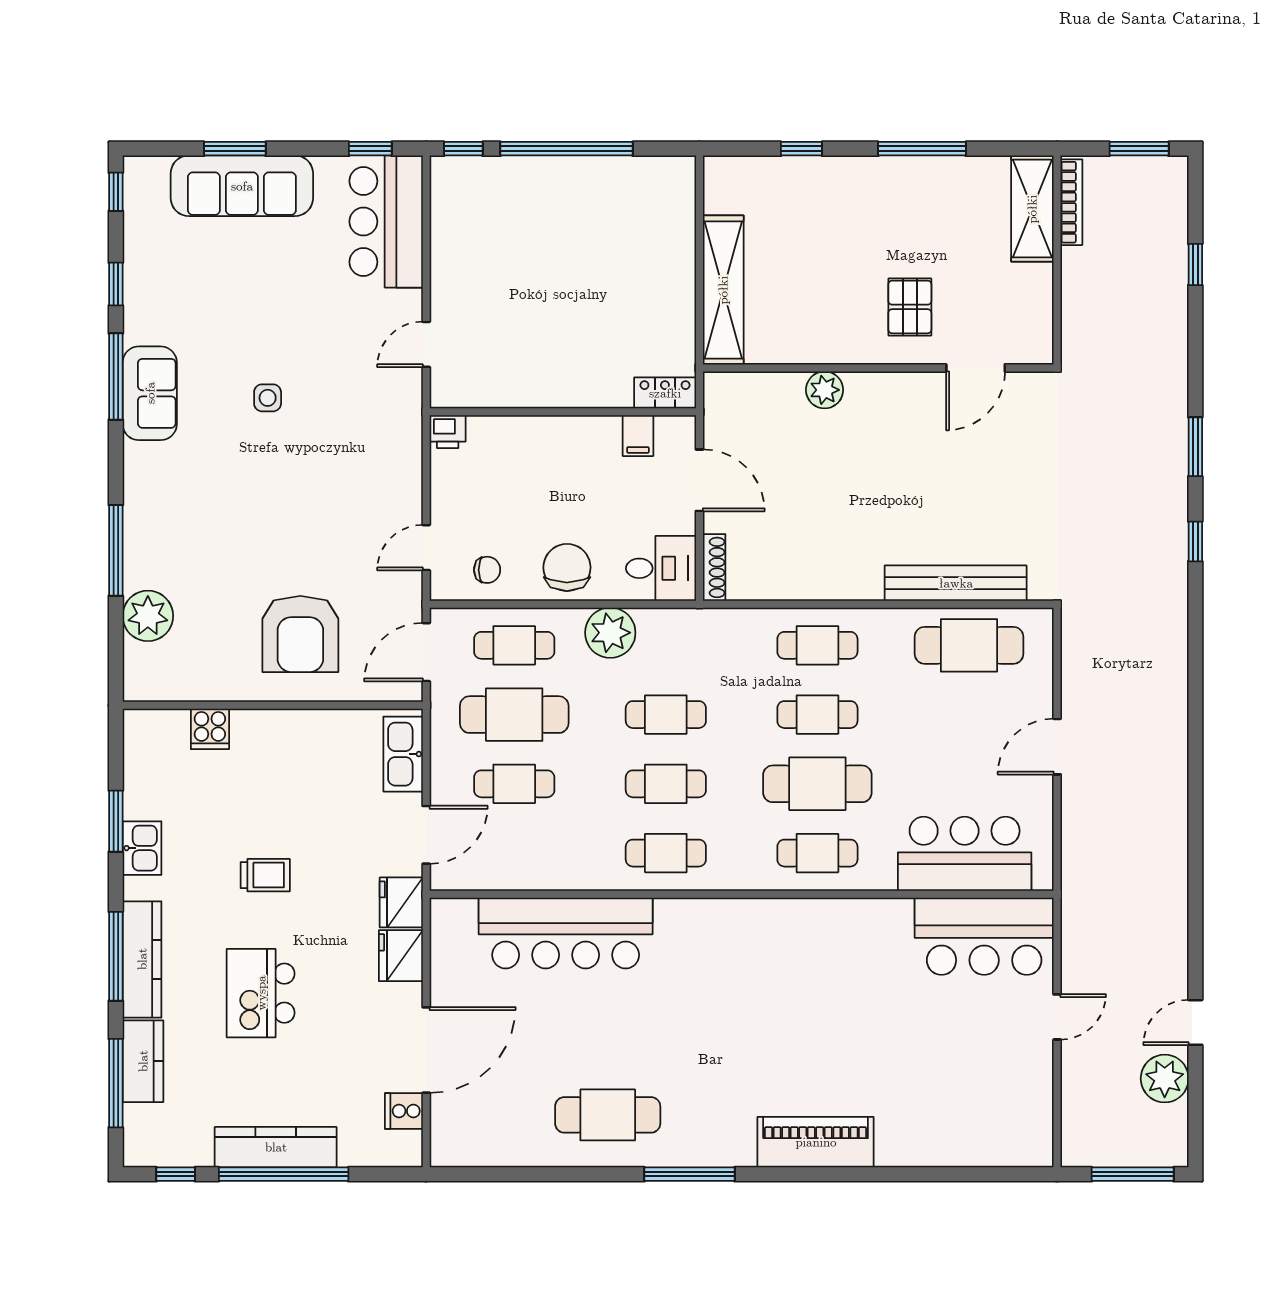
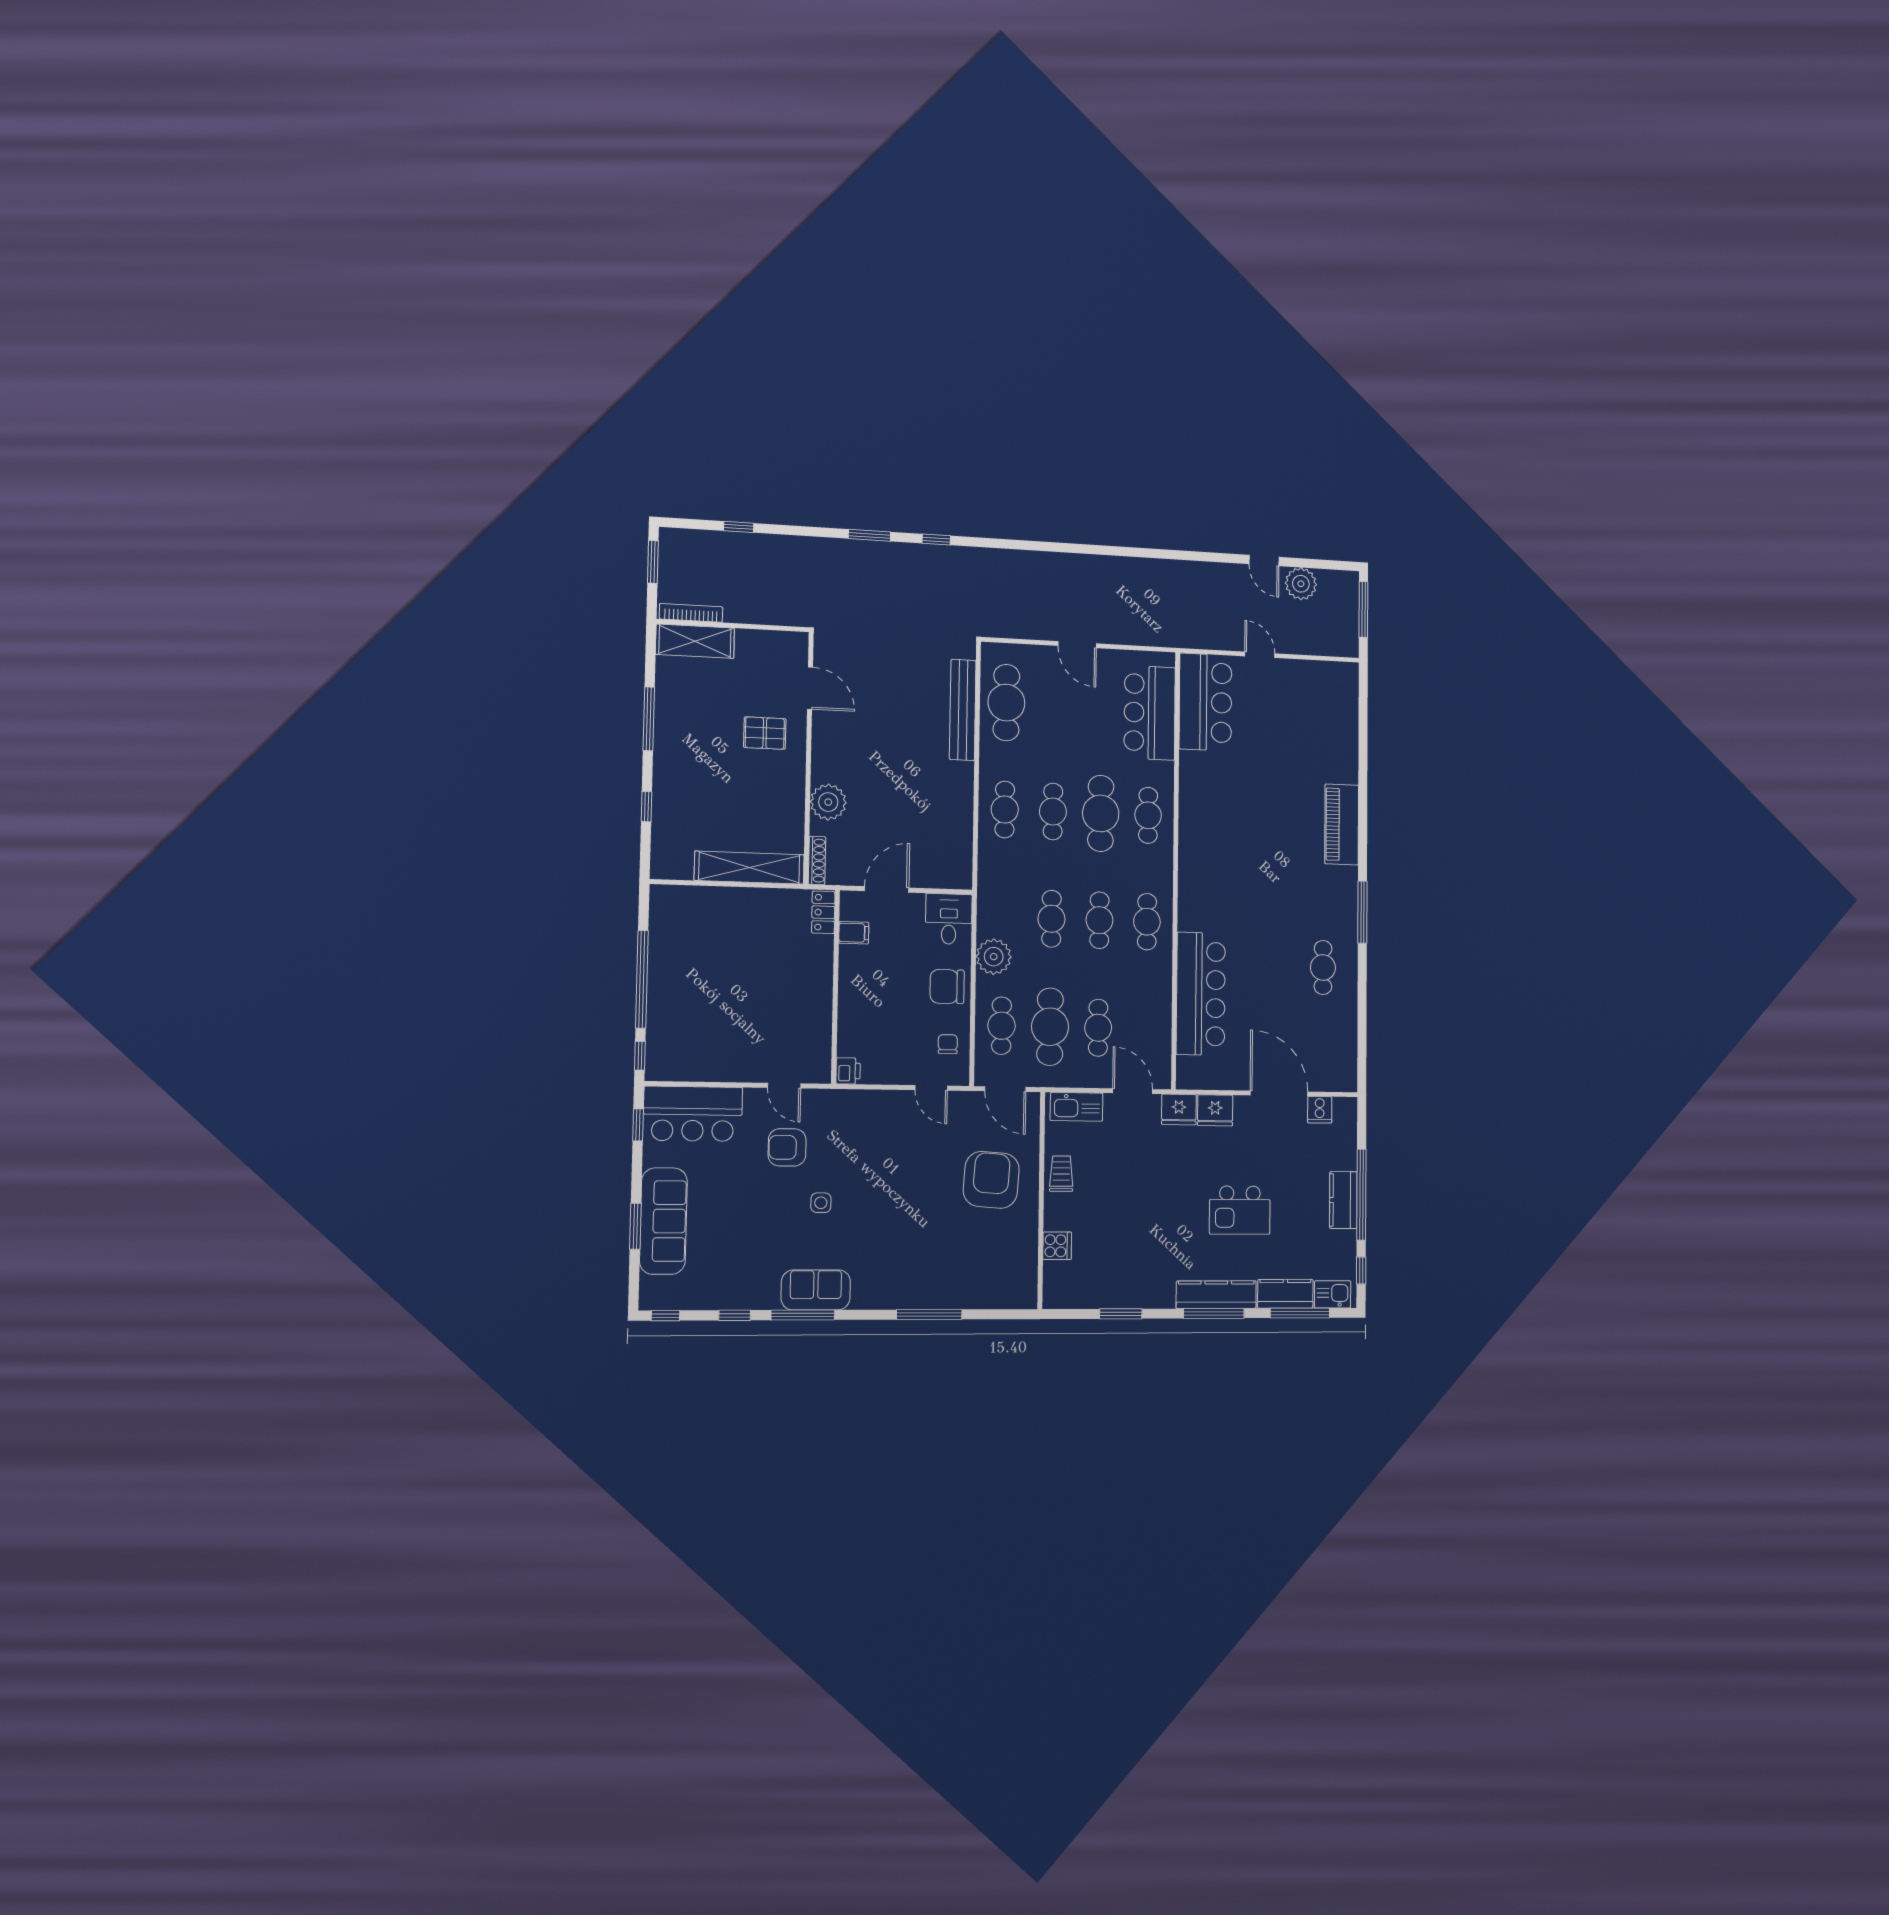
armchair: (342, 350) -> (787, 1147), added
plant: (825, 390) -> (828, 802), width x1.36, depth x1.36
shoe rack: (714, 567) -> (817, 861), moved, turned 90
plant: (148, 616) -> (977, 1291), removed
armchair: (300, 634) -> (991, 1180), turned -86
kitchen sink: (142, 848) -> (1333, 1294), moved
trolley: (265, 875) -> (1061, 1174), moved
cafe table: (608, 1115) -> (1323, 968), width x0.73, depth x0.74
kitchen counter: (276, 1147) -> (1343, 1200), width x0.67

